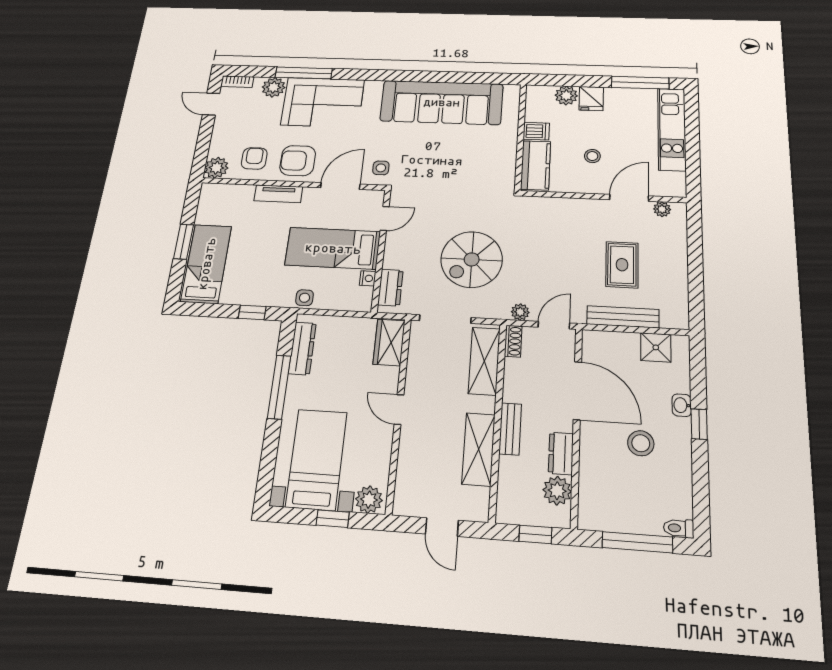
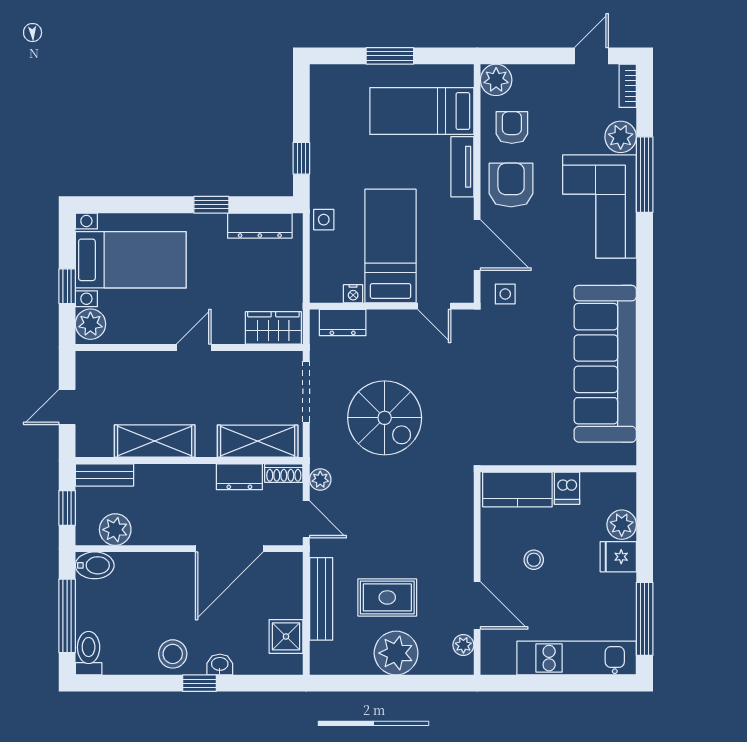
armchair: (254, 158) -> (512, 128), turned -90
spiral stairs: (472, 259) -> (385, 418), turned 180
plant: (669, 260) -> (396, 653), added
bed: (206, 264) -> (422, 111), moved, turned 180
window: (279, 387) -> (211, 205), width x0.46
bench: (510, 429) -> (104, 475), moved
stool: (641, 443) -> (173, 654), moved
dresser: (561, 453) -> (239, 477), moved, turned 180
bidet: (590, 512) -> (95, 565), added
toilet: (679, 528) -> (89, 653), width x1.37, depth x1.39

